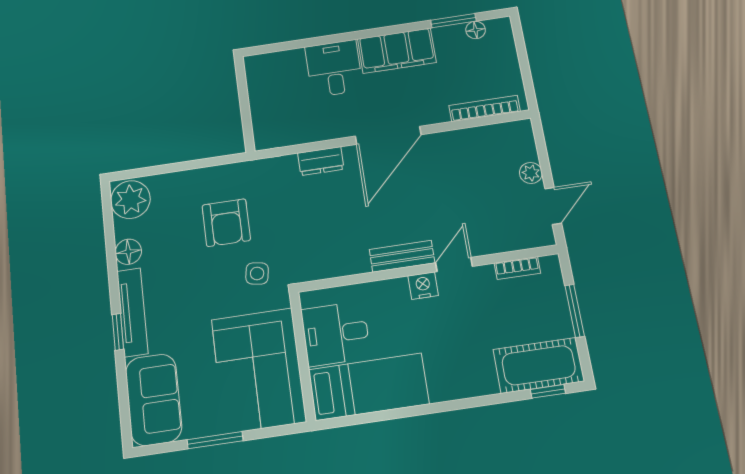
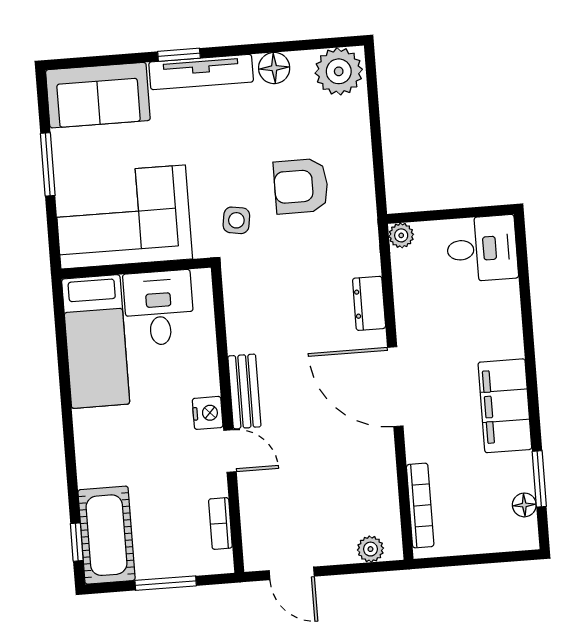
desk: (334, 68) -> (482, 249), moved
plant: (264, 140) -> (401, 235), added
plant: (531, 173) -> (370, 549), moved

